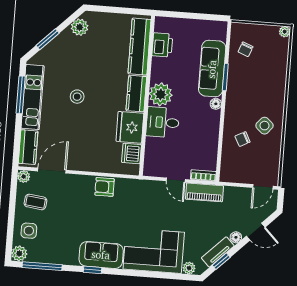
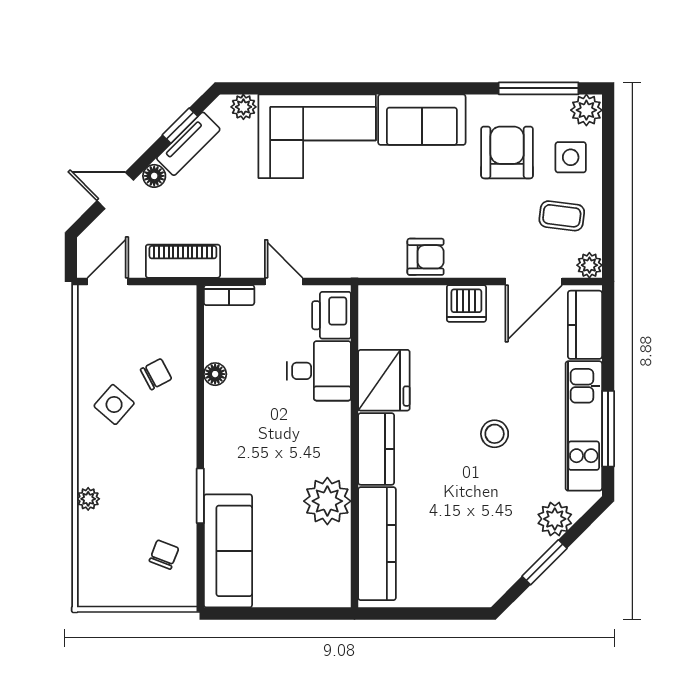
plant: (80, 27) -> (555, 519), moved
plant: (285, 32) -> (88, 499), moved
window: (48, 39) -> (545, 562), moved
printer: (162, 45) -> (332, 315), moved
sofa: (212, 69) -> (228, 551), moved
plant: (161, 94) -> (327, 501), moved
floor lamp: (216, 104) -> (215, 374), moved
desk: (163, 122) -> (319, 371), moved
dishwasher: (132, 154) -> (466, 303), moved, turned 90
piano: (204, 192) -> (183, 261), moved
armchair: (60, 235) -> (507, 152), added
window: (93, 270) -> (437, 88), removed

